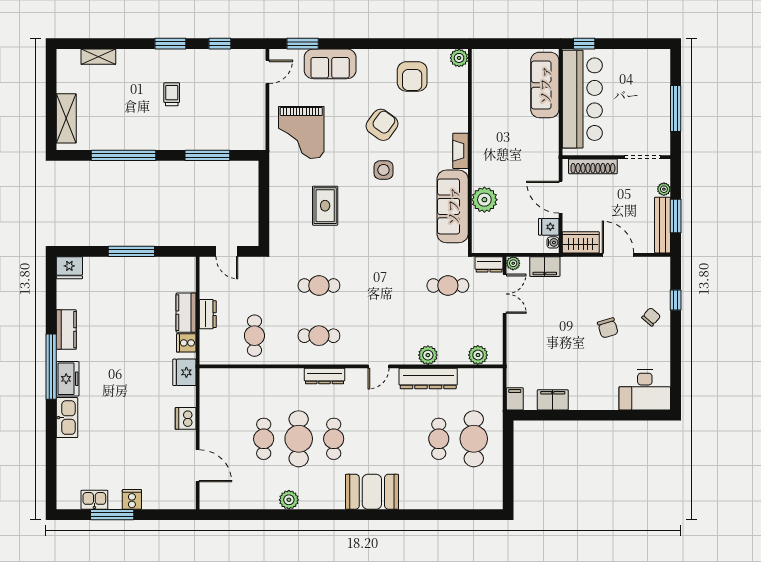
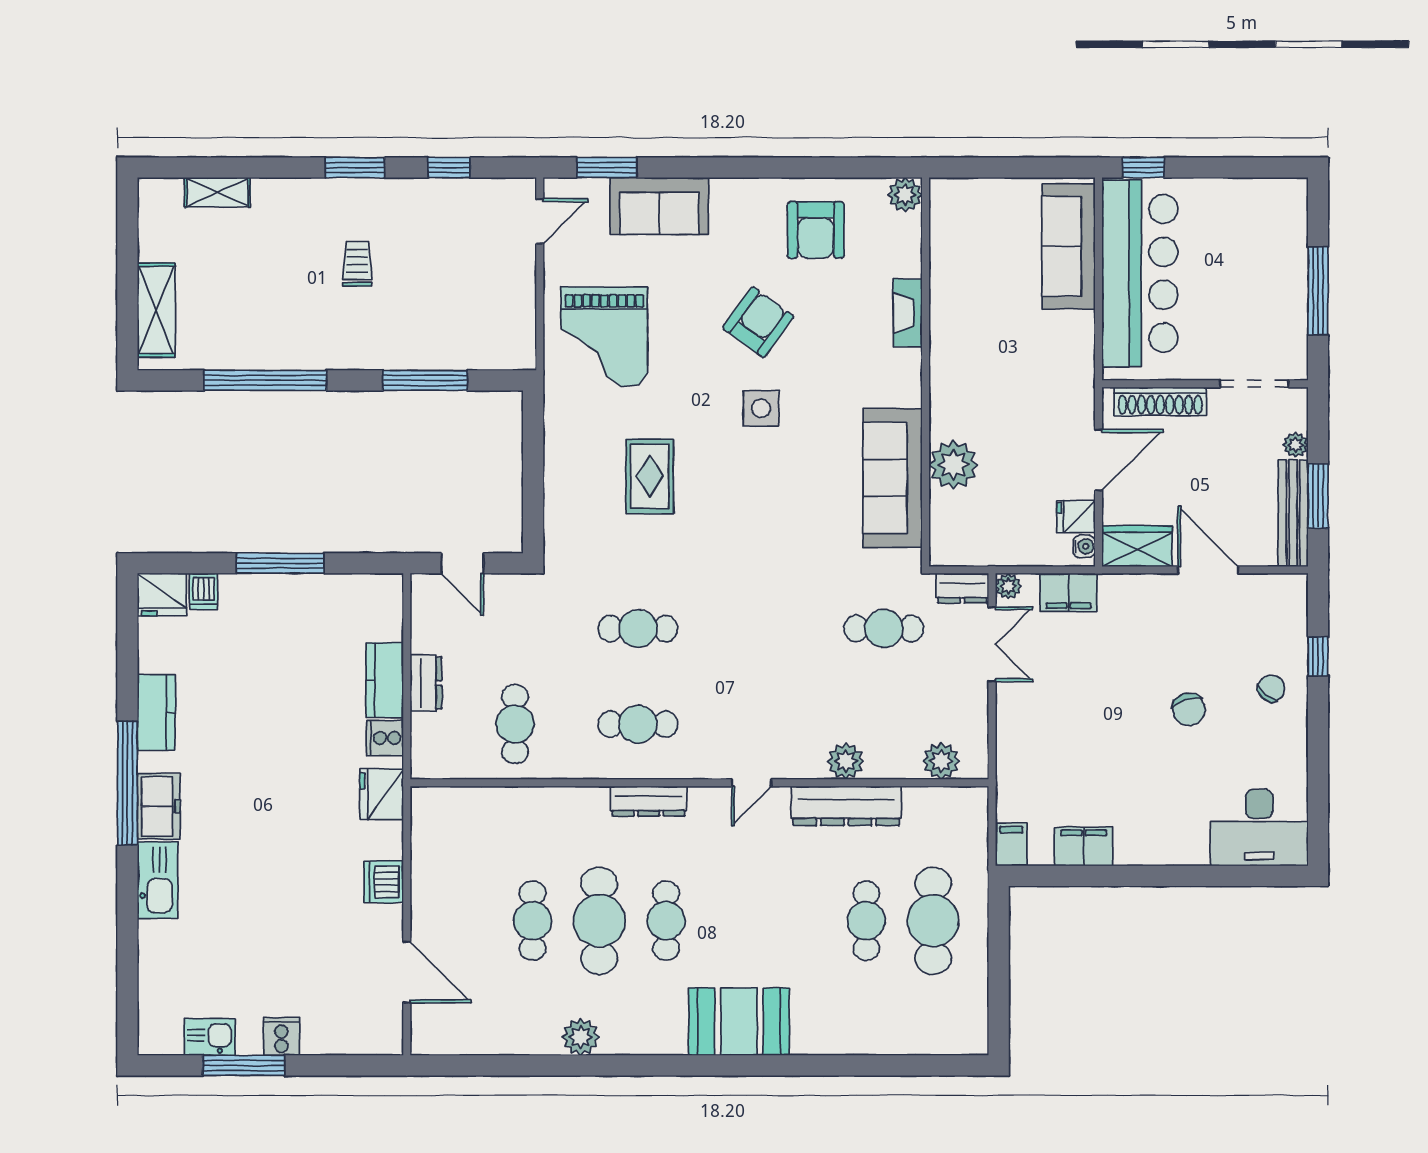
fireplace: (460, 151) -> (908, 313), moved
door: (561, 197) -> (1098, 460), swing flipped
dishwasher: (91, 266) -> (204, 591), added

